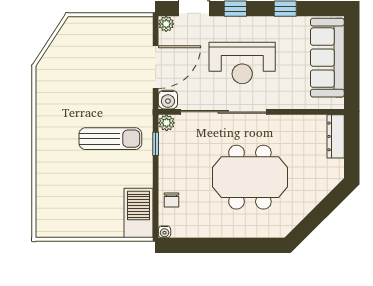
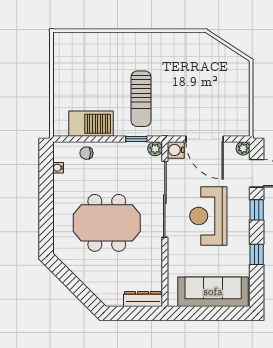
meeting table: (250, 177) -> (107, 223), turned 90
barbecue: (138, 213) -> (91, 124), moved
water cooler: (164, 232) -> (58, 168), moved

